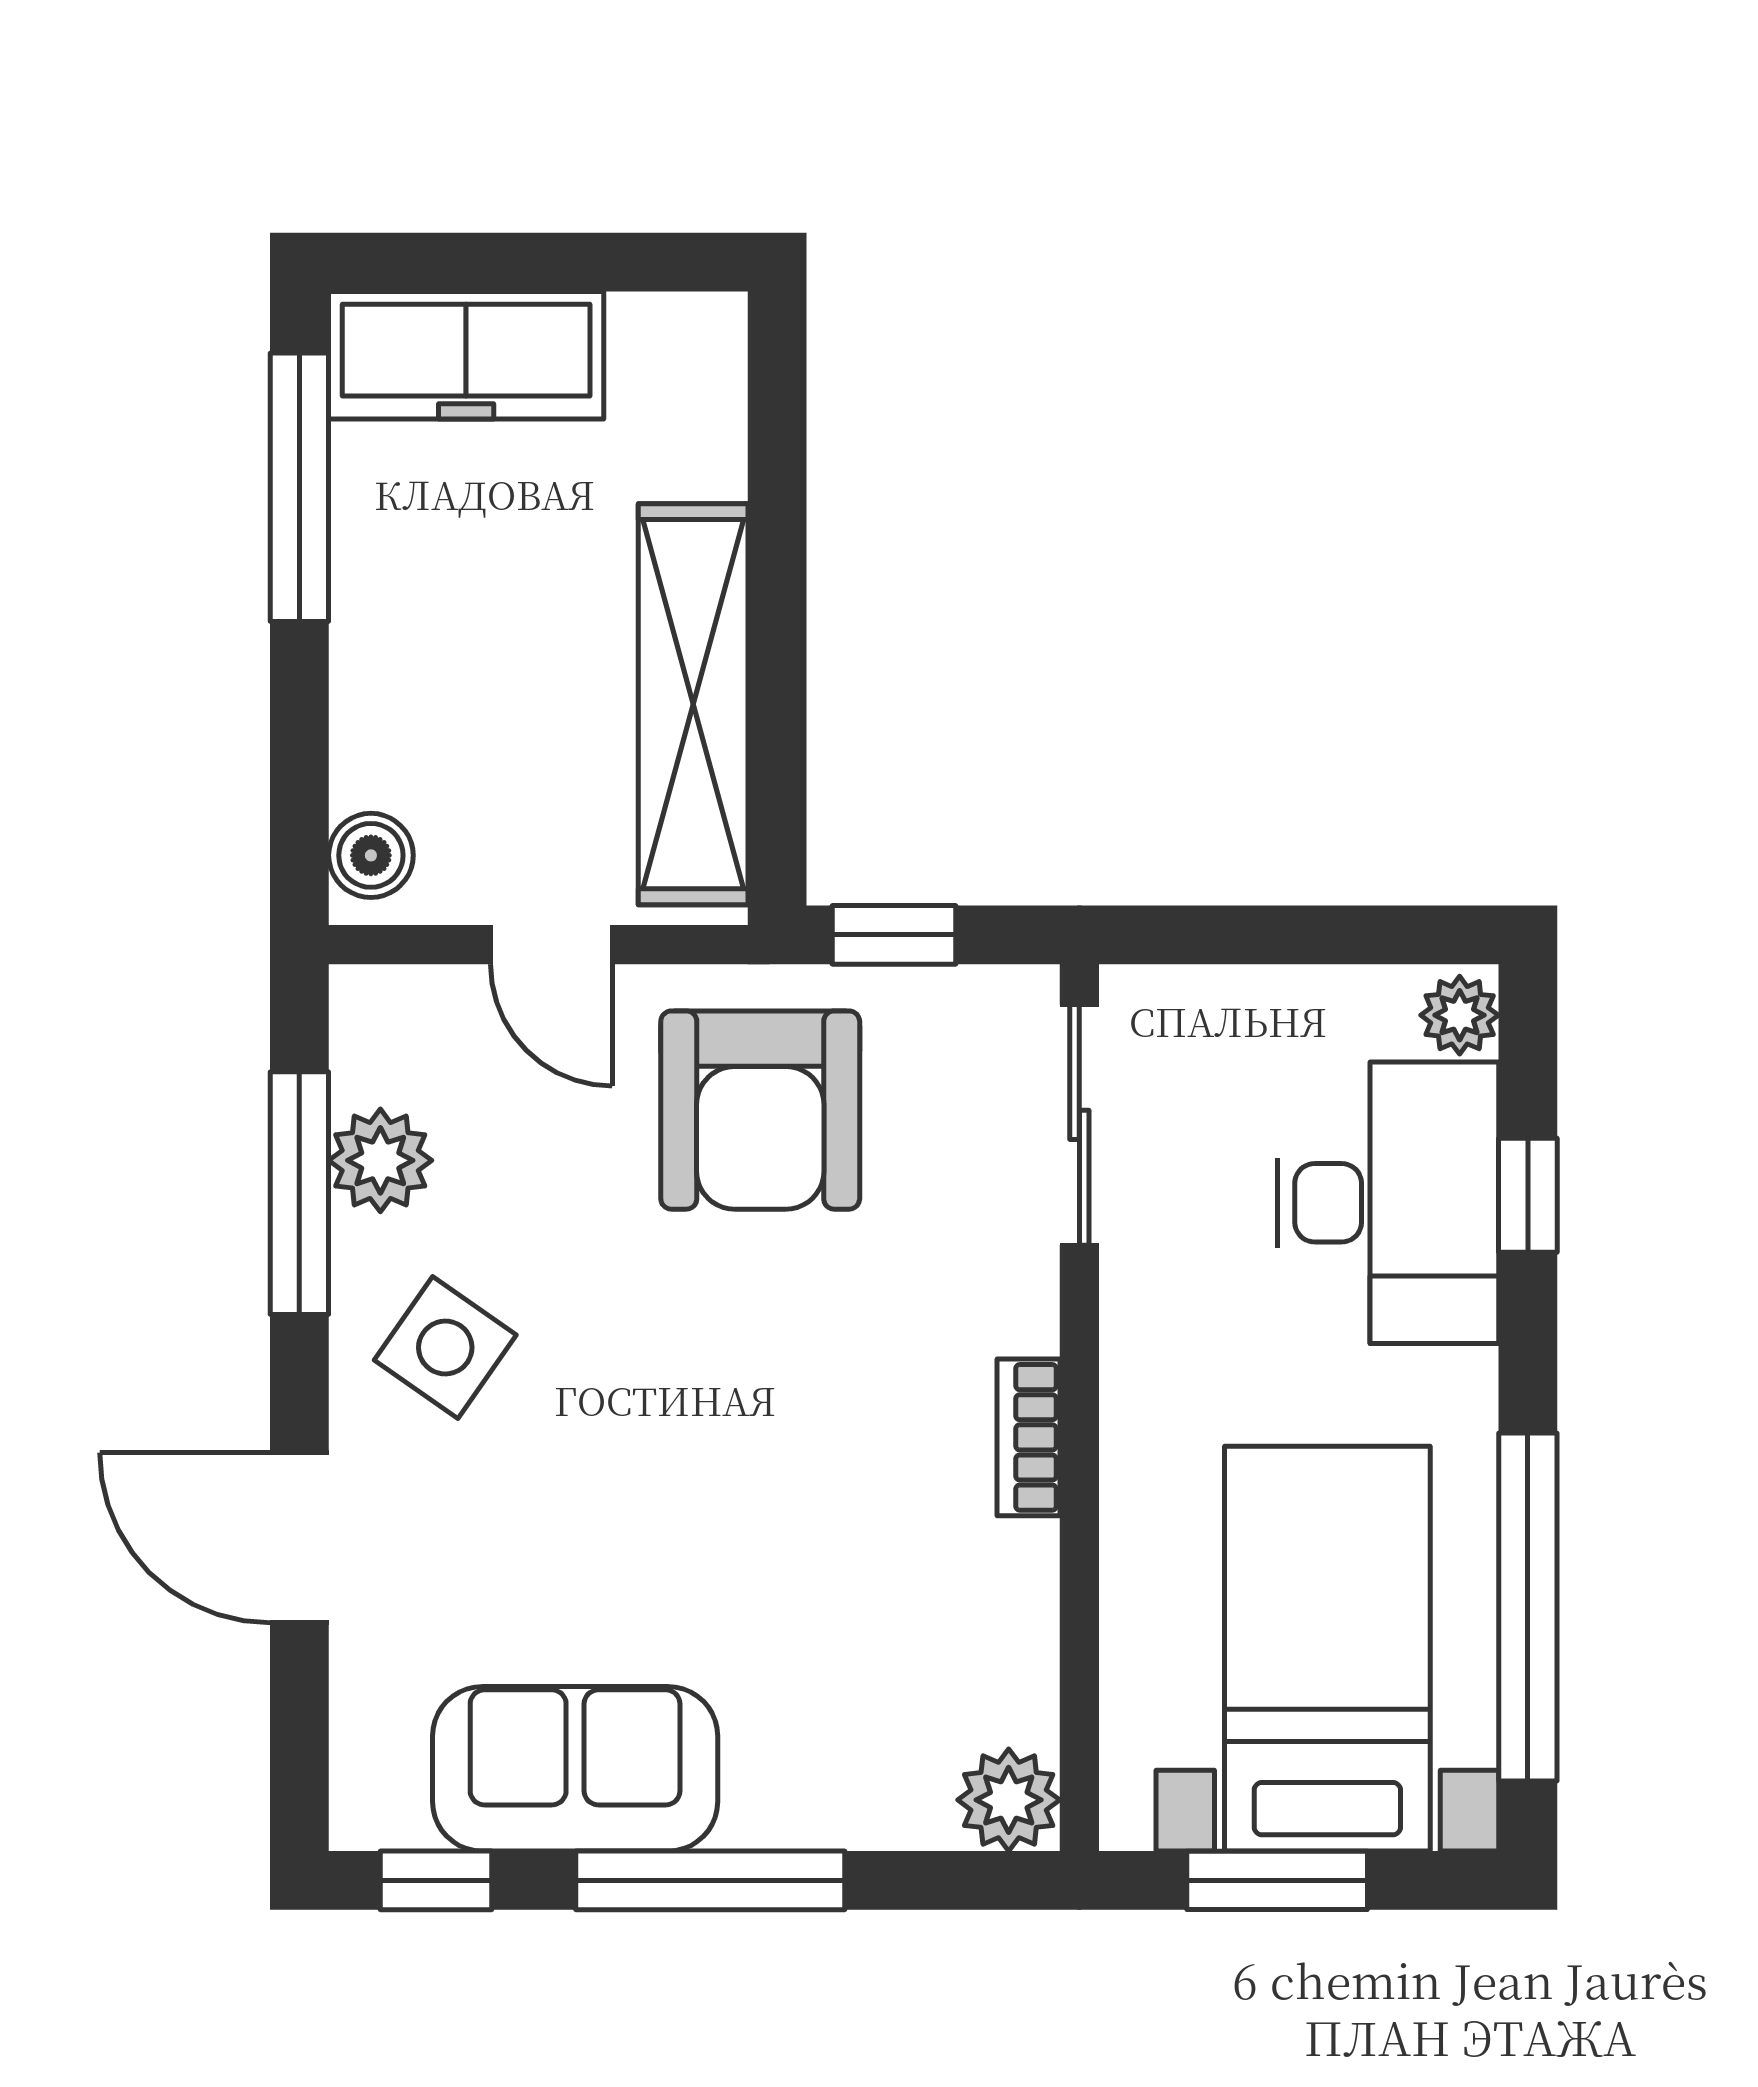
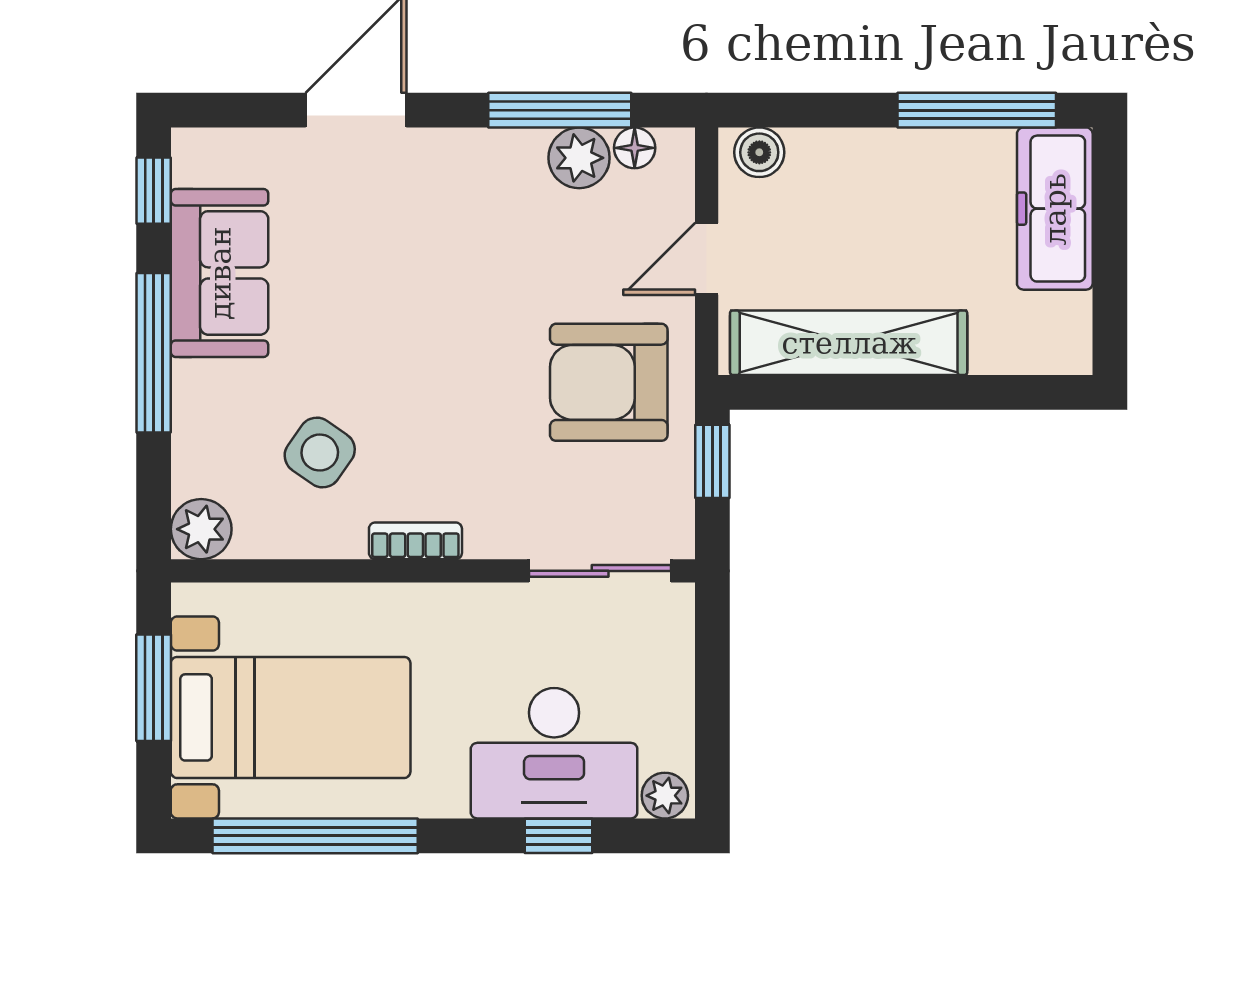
floor lamp: (363, 1066) -> (635, 148), added
side table: (445, 1348) -> (320, 453), moved

